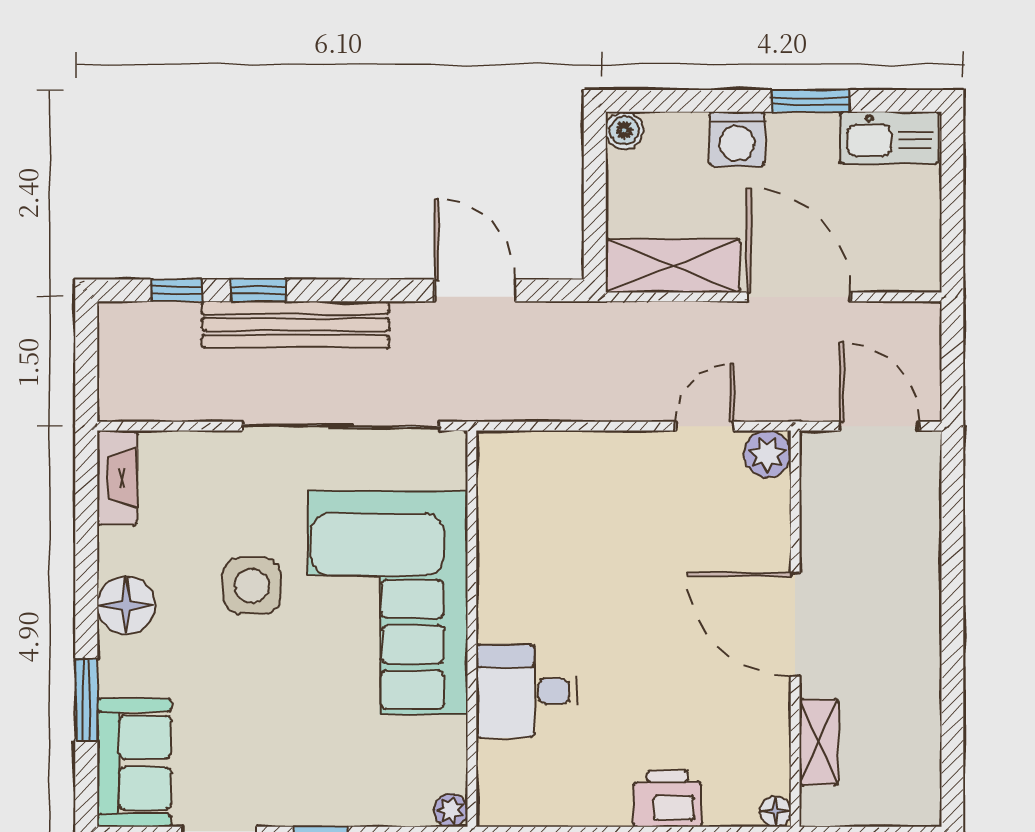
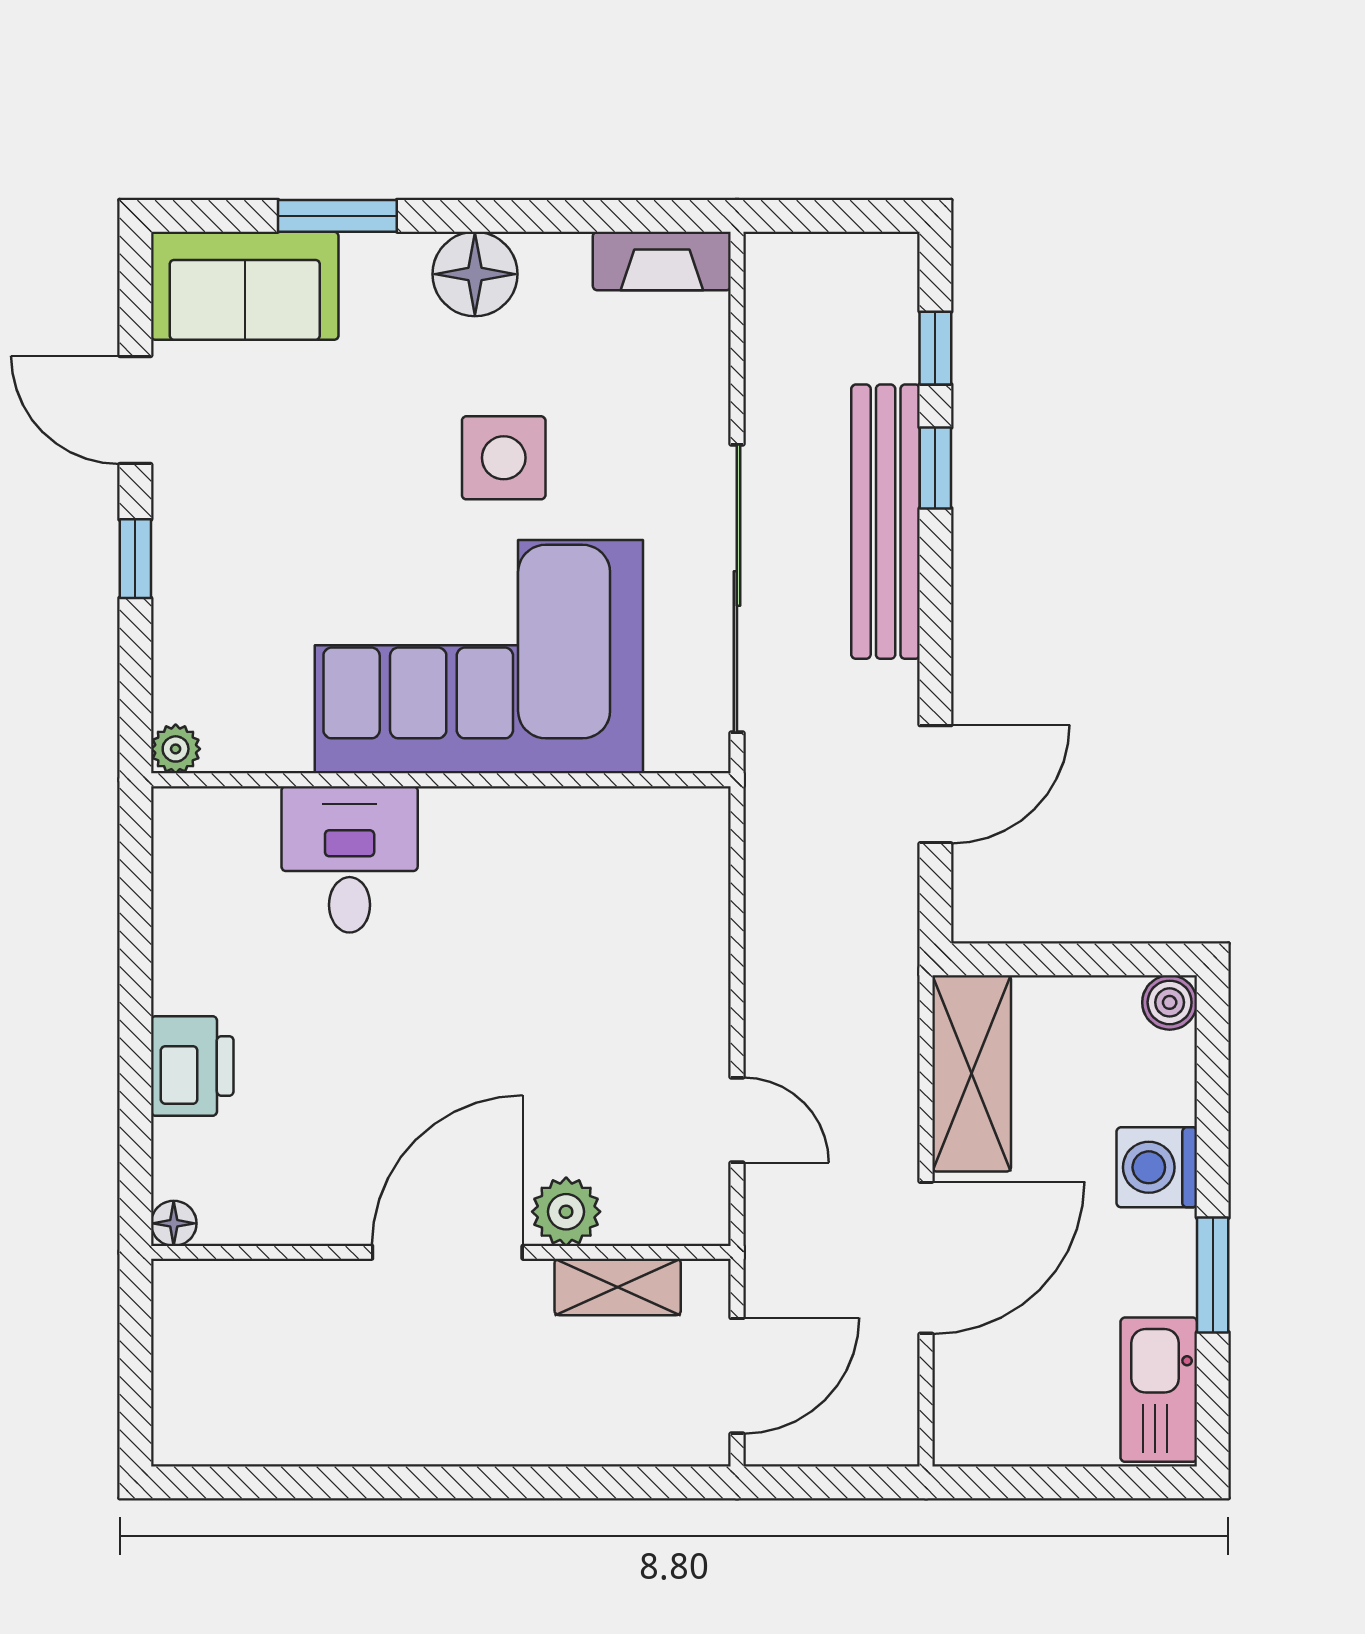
plant: (767, 454) -> (566, 1212), moved
shelving: (819, 742) -> (618, 1287), moved

